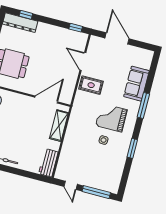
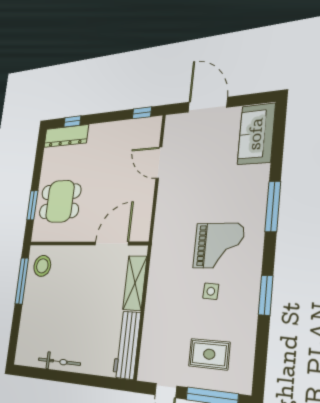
sofa: (136, 84) -> (256, 134), moved
rug: (91, 85) -> (209, 354), moved
grand piano: (111, 118) -> (218, 246), turned 180
workbench: (48, 163) -> (127, 345), width x1.38

